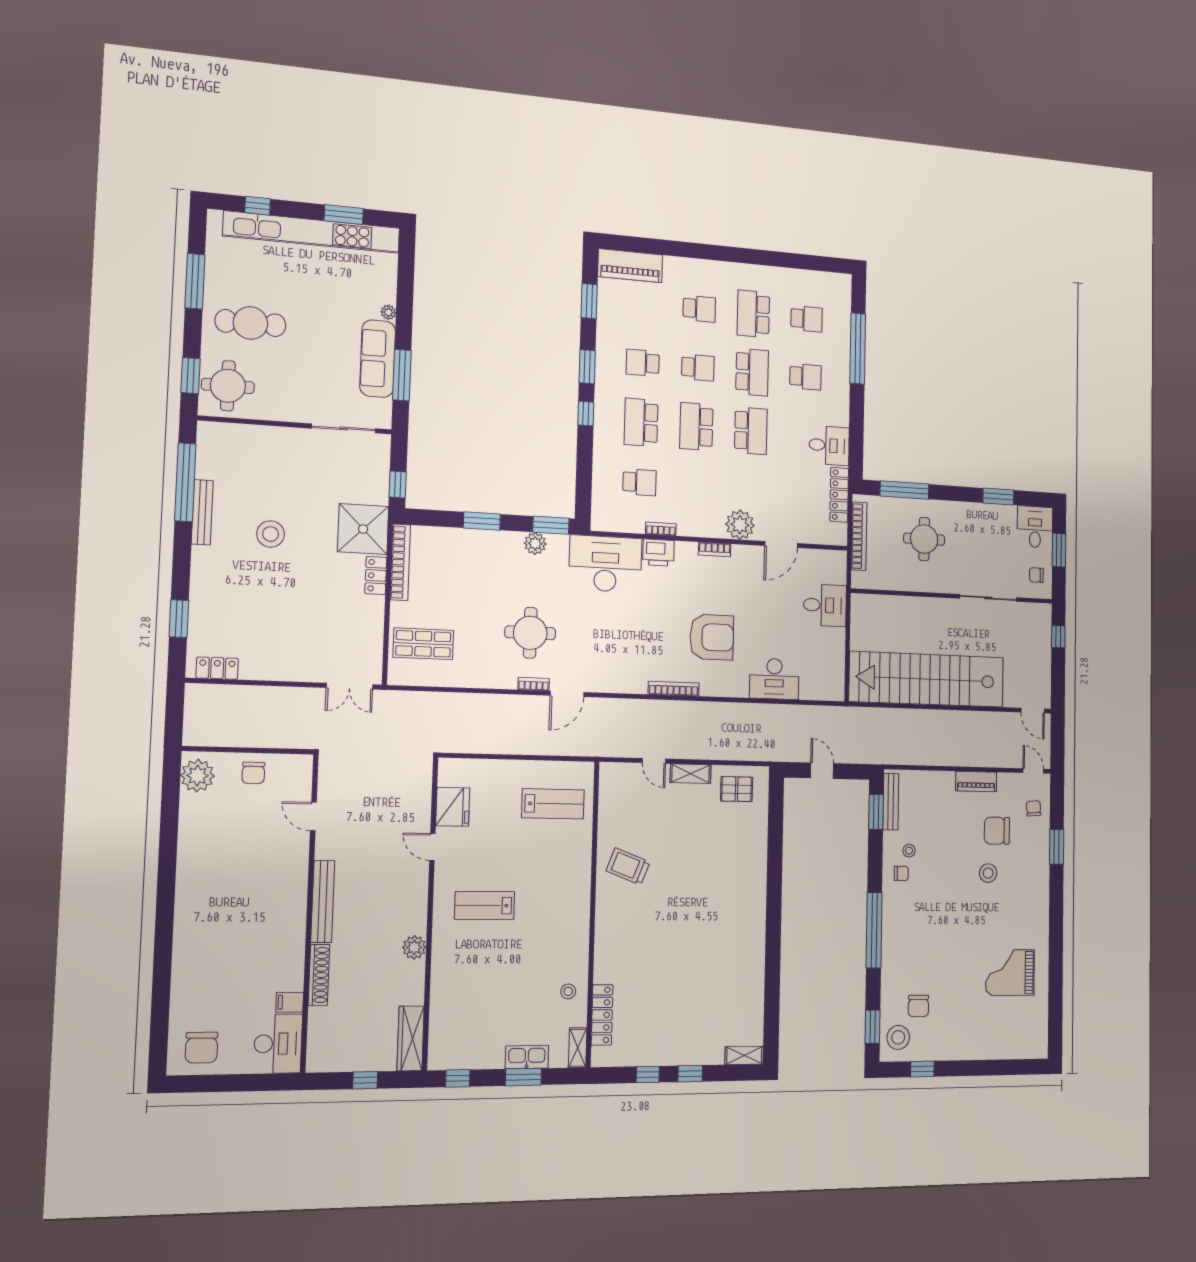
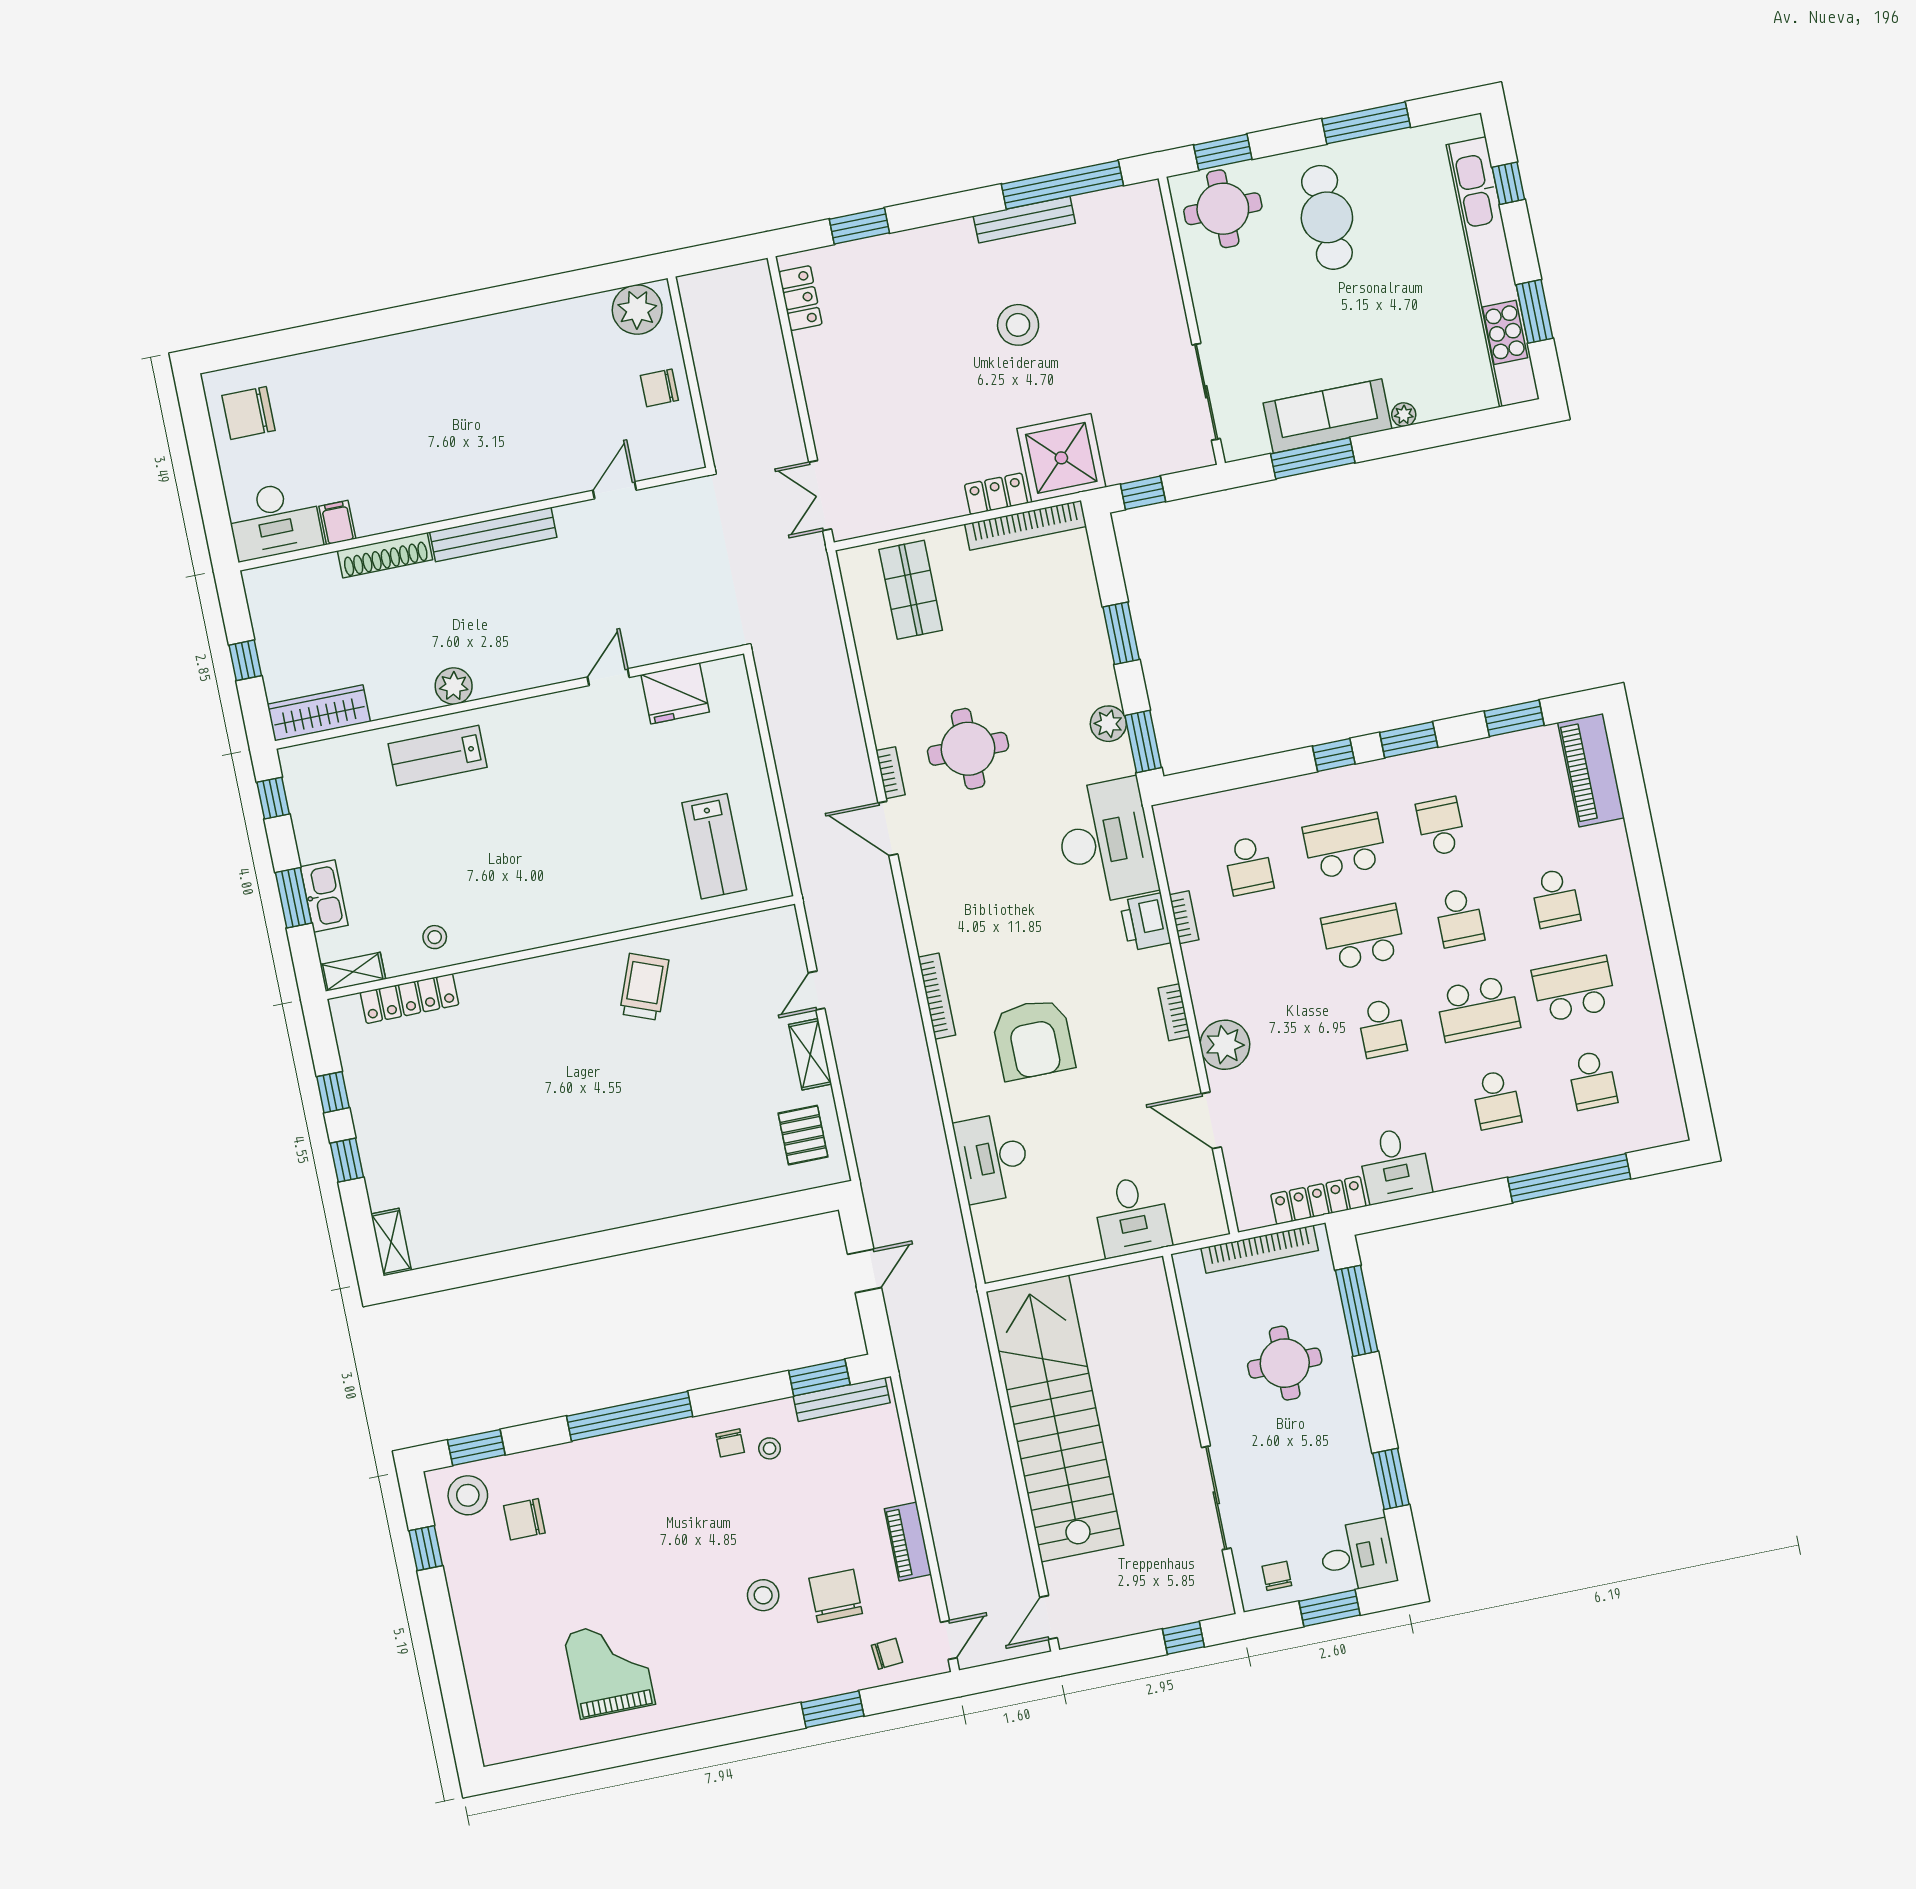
school desk: (751, 431) -> (1382, 1028), width x0.54
lab bench: (485, 906) -> (438, 756), moved, turned -90

